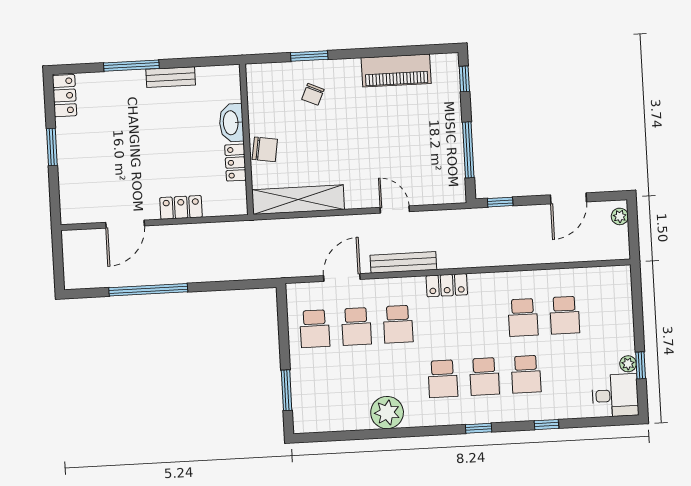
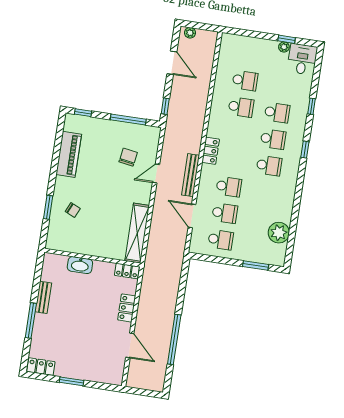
chair: (265, 149) -> (128, 157), moved
locker: (235, 163) -> (127, 271), moved
plant: (387, 413) -> (279, 233), moved

